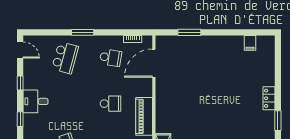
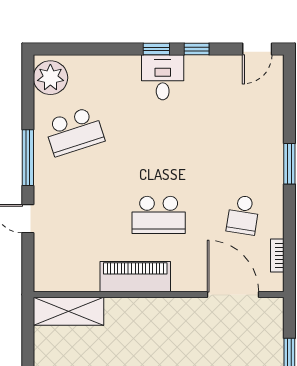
school desk: (65, 58) -> (243, 131), removed
school desk: (111, 104) -> (159, 215), width x1.85
window: (20, 119) -> (156, 49), moved

